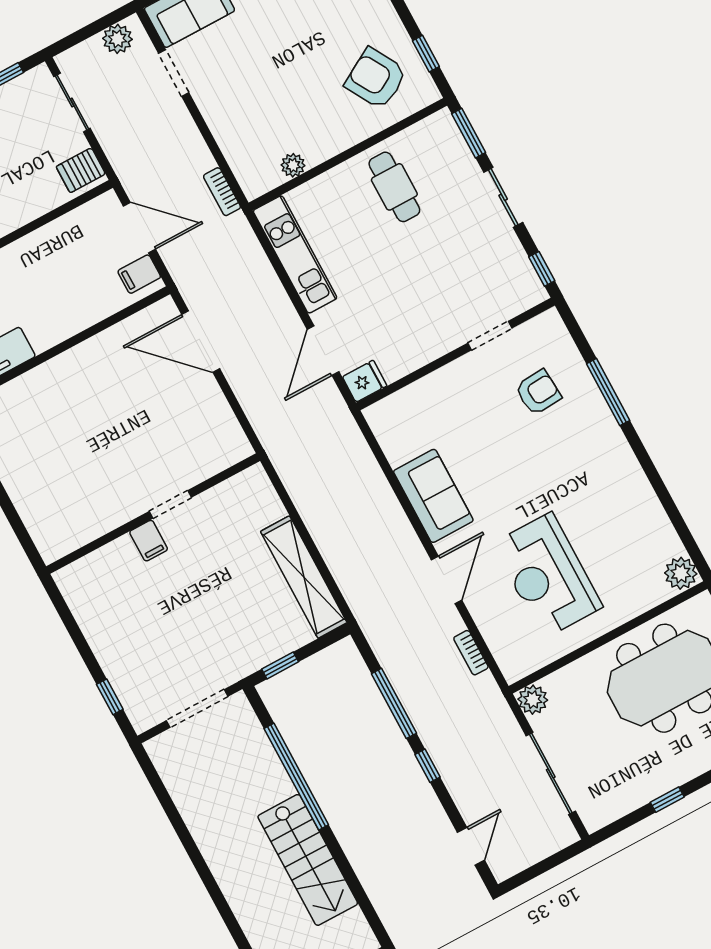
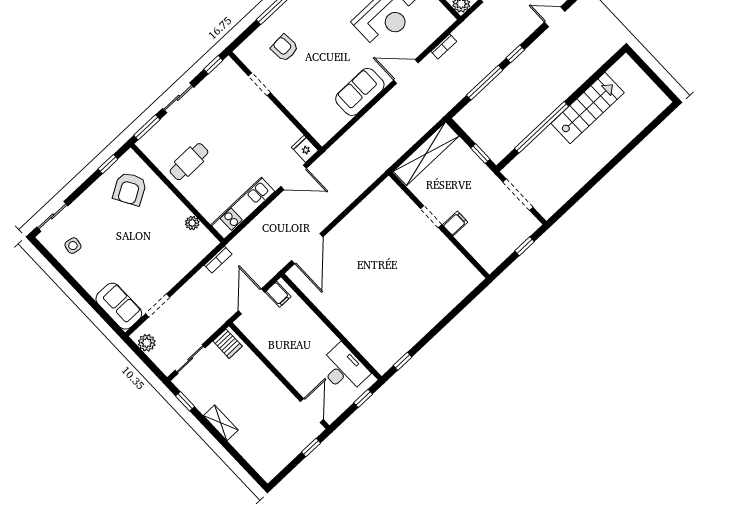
doorway: (170, 504) -> (431, 217), moved
wall: (153, 514) -> (439, 225), moved
filing cabinet: (149, 541) -> (455, 224), moved

